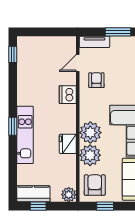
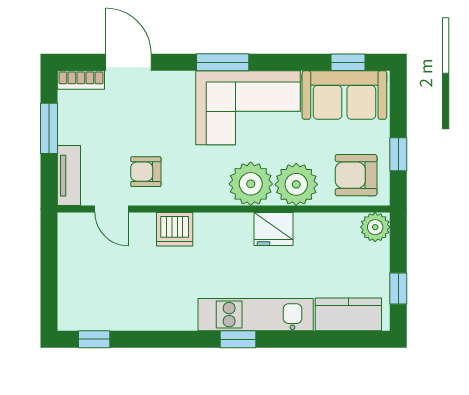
kitchen counter: (33, 194) -> (348, 314), moved, turned 90

